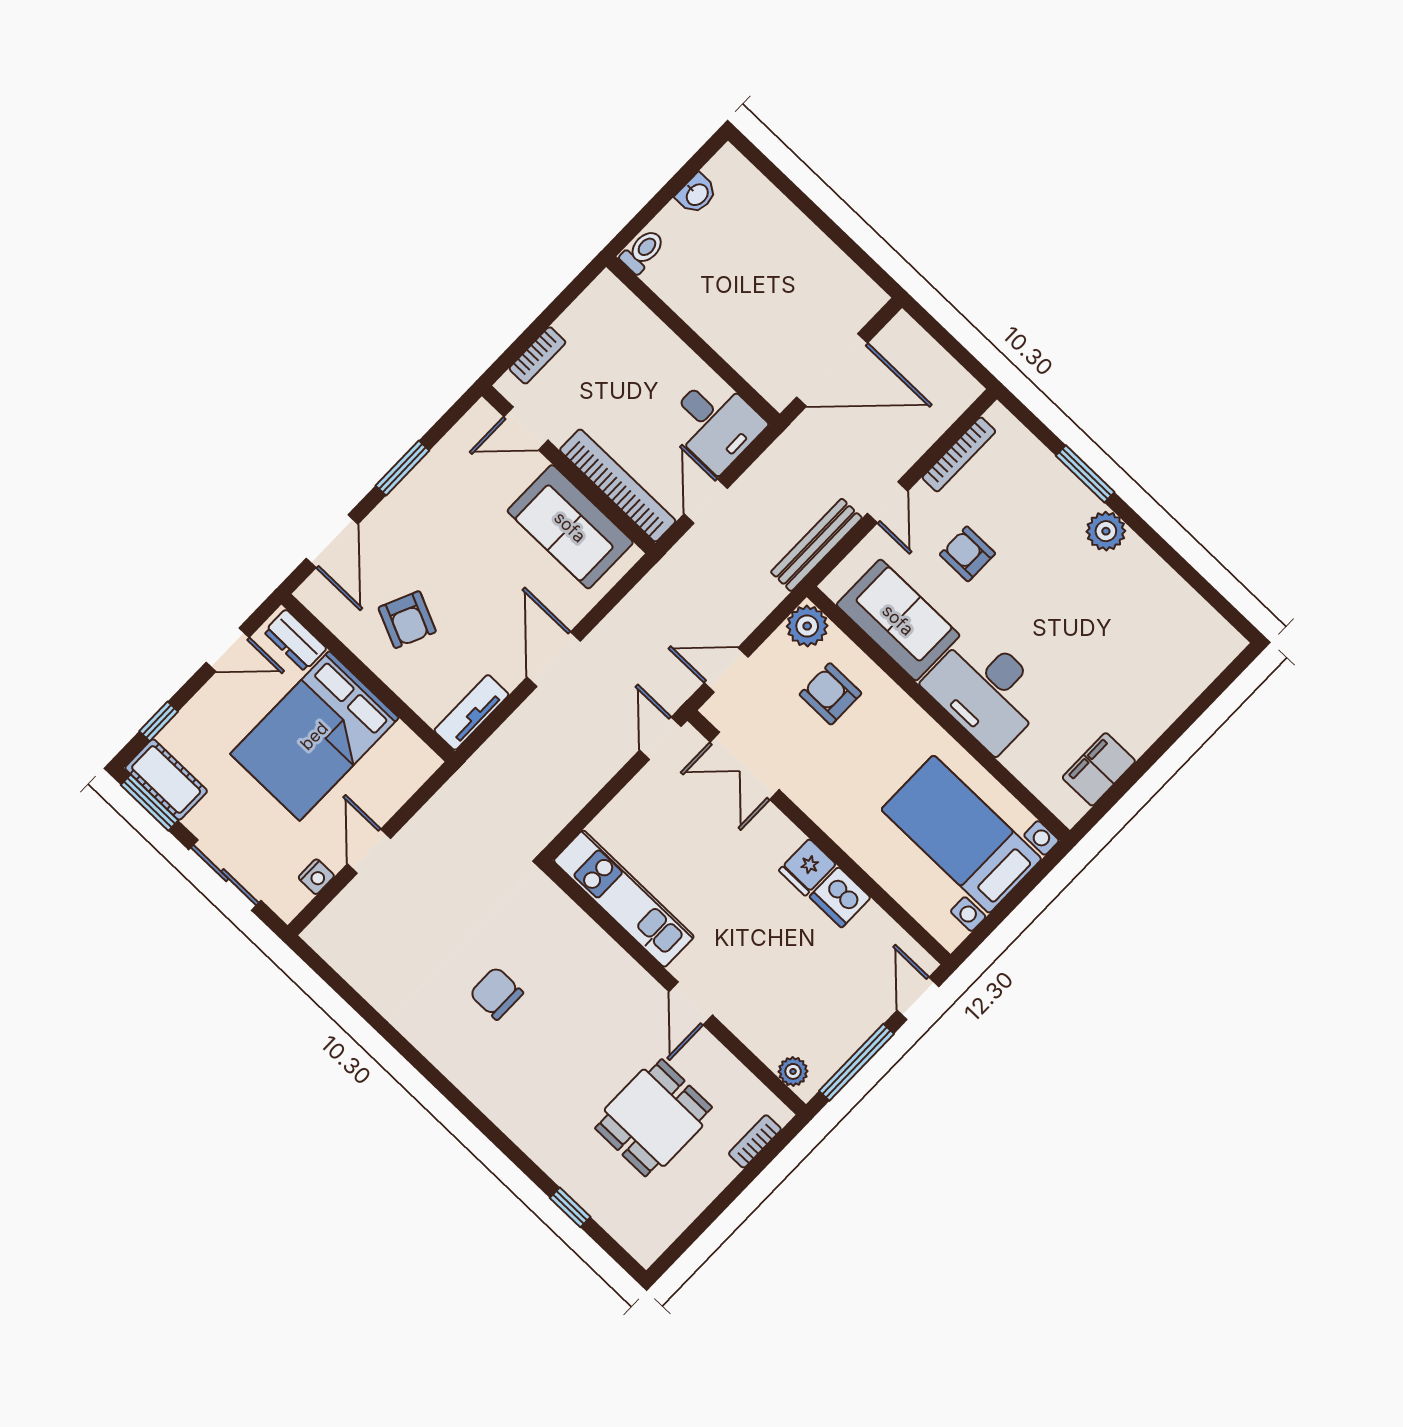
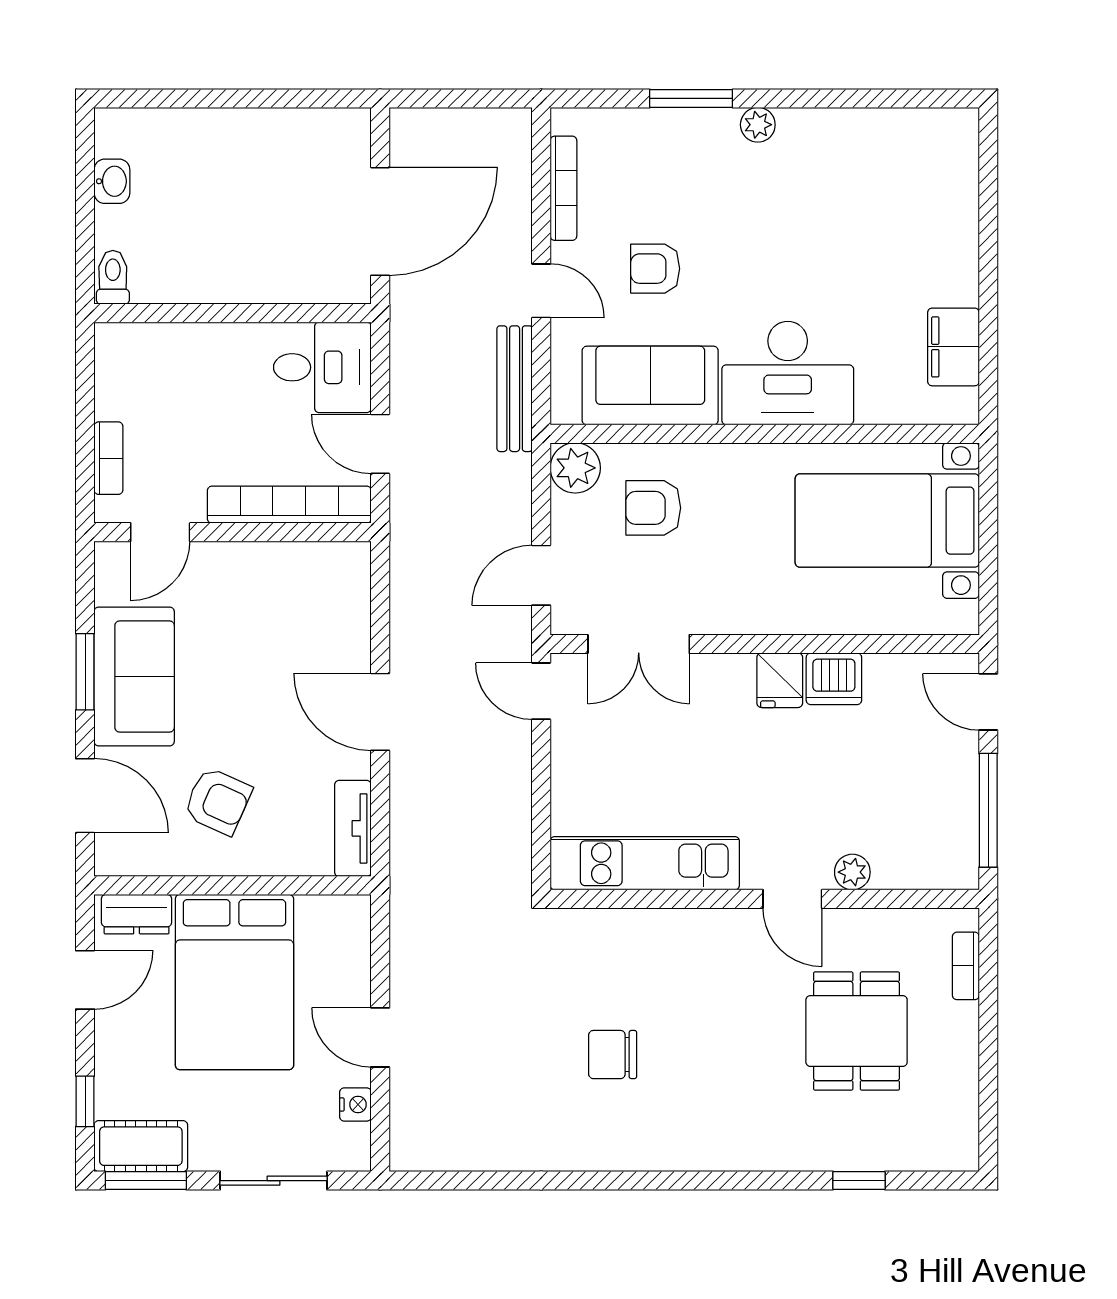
sofa: (570, 527) -> (134, 676), moved, turned -90
plant: (1106, 531) -> (758, 125), width x0.73, depth x0.73
plant: (793, 1071) -> (852, 872), moved

